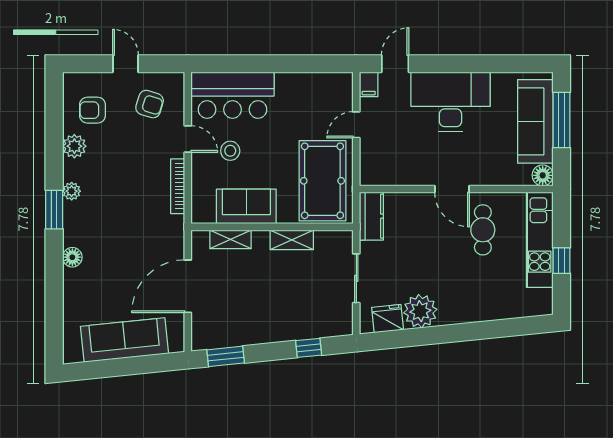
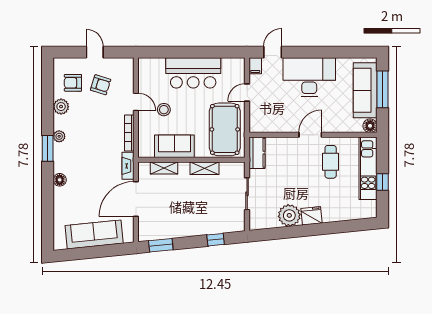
bar counter: (233, 95) -> (193, 73), moved
armchair: (150, 104) -> (101, 85), moved
door: (452, 189) -> (310, 135), swing flipped
fireplace: (176, 236) -> (128, 166), added
fridge: (388, 319) -> (311, 216), moved

